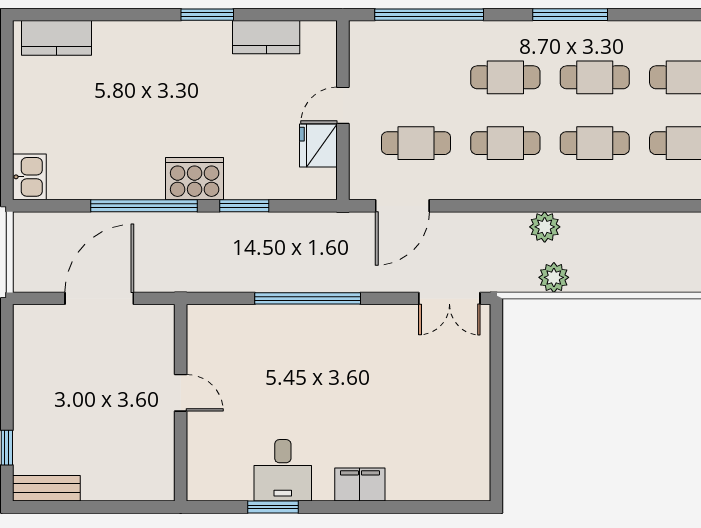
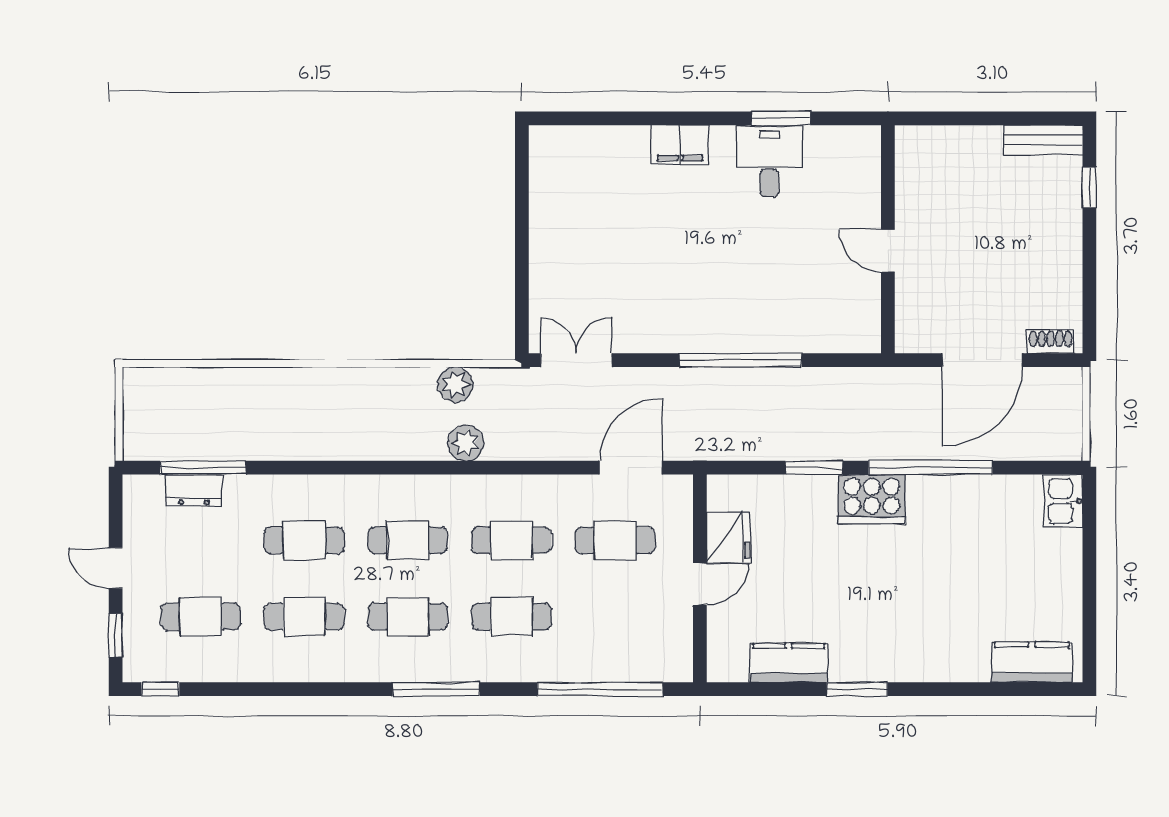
shoe rack: (40, 314) -> (1051, 342), added

